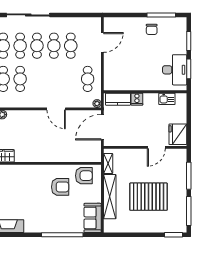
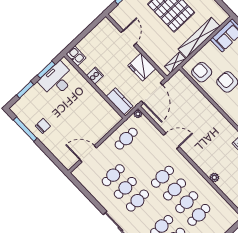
cafe table: (20, 46) -> (162, 177), moved
cooker: (137, 99) -> (95, 76), moved
kitchen sink: (167, 99) -> (76, 56), moved
door: (56, 109) -> (171, 141), hinge flipped
door: (102, 127) -> (152, 93), hinge flipped
fridge: (178, 134) -> (142, 67), moved, turned 90
door: (156, 147) -> (128, 38), hinge flipped

